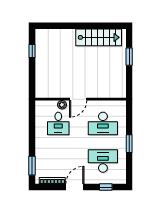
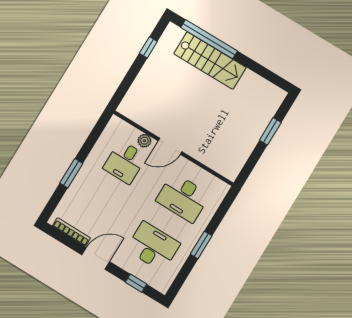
window: (63, 26) -> (209, 39), added
stairs: (99, 37) -> (210, 61), moved
window: (32, 166) -> (71, 173), moved

